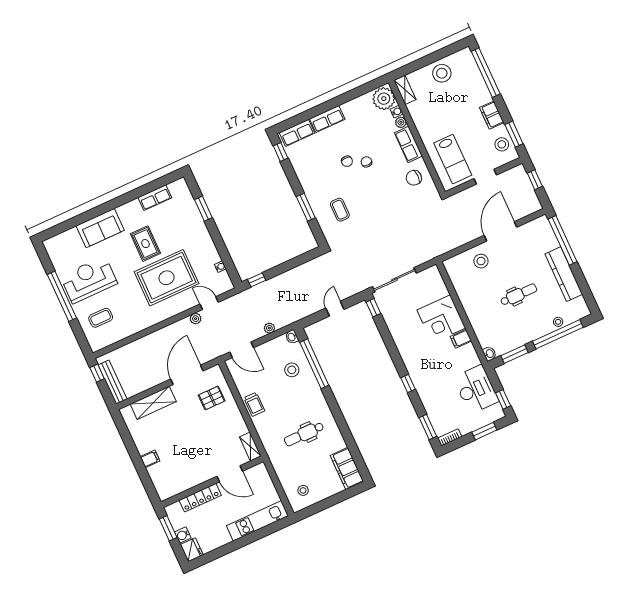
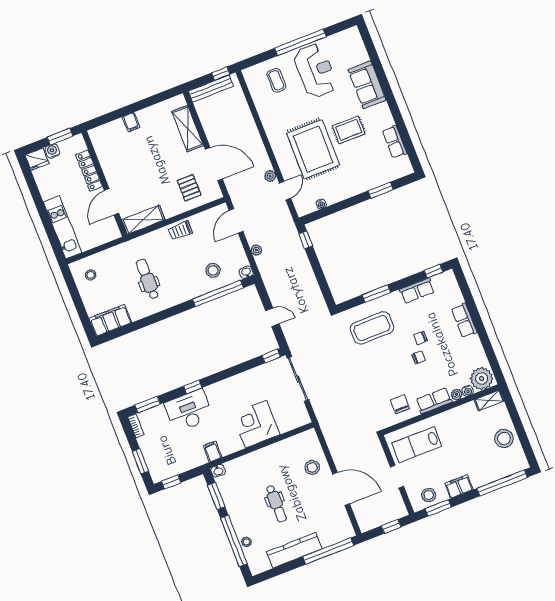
row of seats: (297, 133) -> (417, 291), moved, turned -90
coffee table: (340, 210) -> (372, 328), width x1.86, depth x1.72
filing cabinet: (461, 339) -> (213, 452), moved
desk: (476, 389) -> (189, 411), moved, turned 180
shelving: (250, 447) -> (143, 220), width x1.50, depth x1.33

